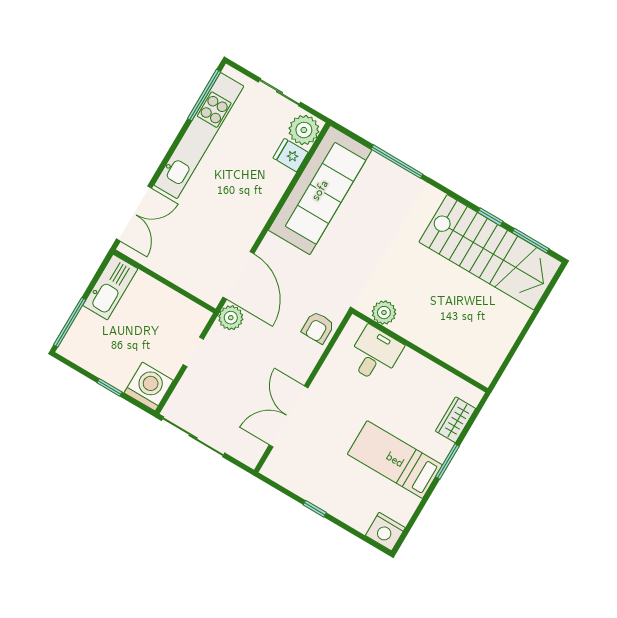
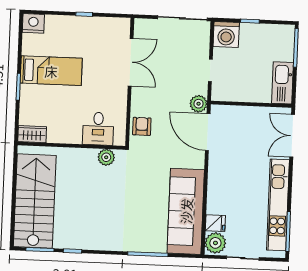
stairs: (491, 252) -> (35, 201), moved, turned 90
wardrobe: (456, 420) -> (32, 134), moved, turned -90

